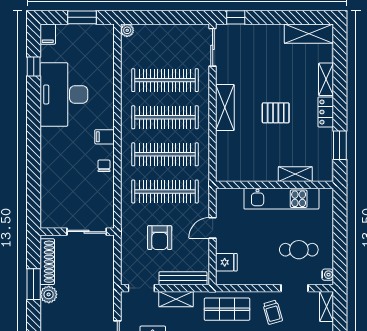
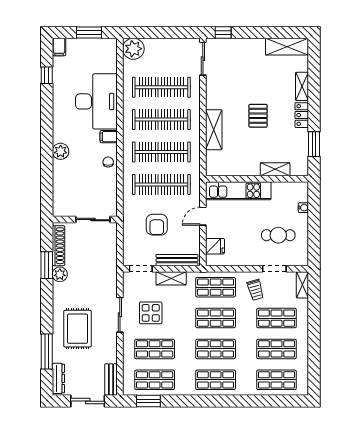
plant: (127, 30) -> (133, 49), width x1.88, depth x1.88
desk: (64, 95) -> (96, 101), moved, turned 180
shelving: (225, 107) -> (214, 130), moved
pallet: (276, 113) -> (258, 116), turned 90
plant: (49, 154) -> (61, 151), added
kitchen unit: (281, 199) -> (238, 191), moved
water cooler: (328, 275) -> (303, 208), moved

